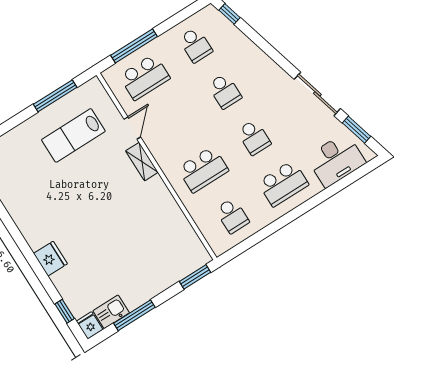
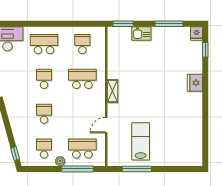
plant: (163, 42) -> (60, 161), added
lab bench: (73, 135) -> (141, 141), turned -90
shelving: (142, 162) -> (113, 91), moved
kitchen sink: (111, 312) -> (141, 34), moved

